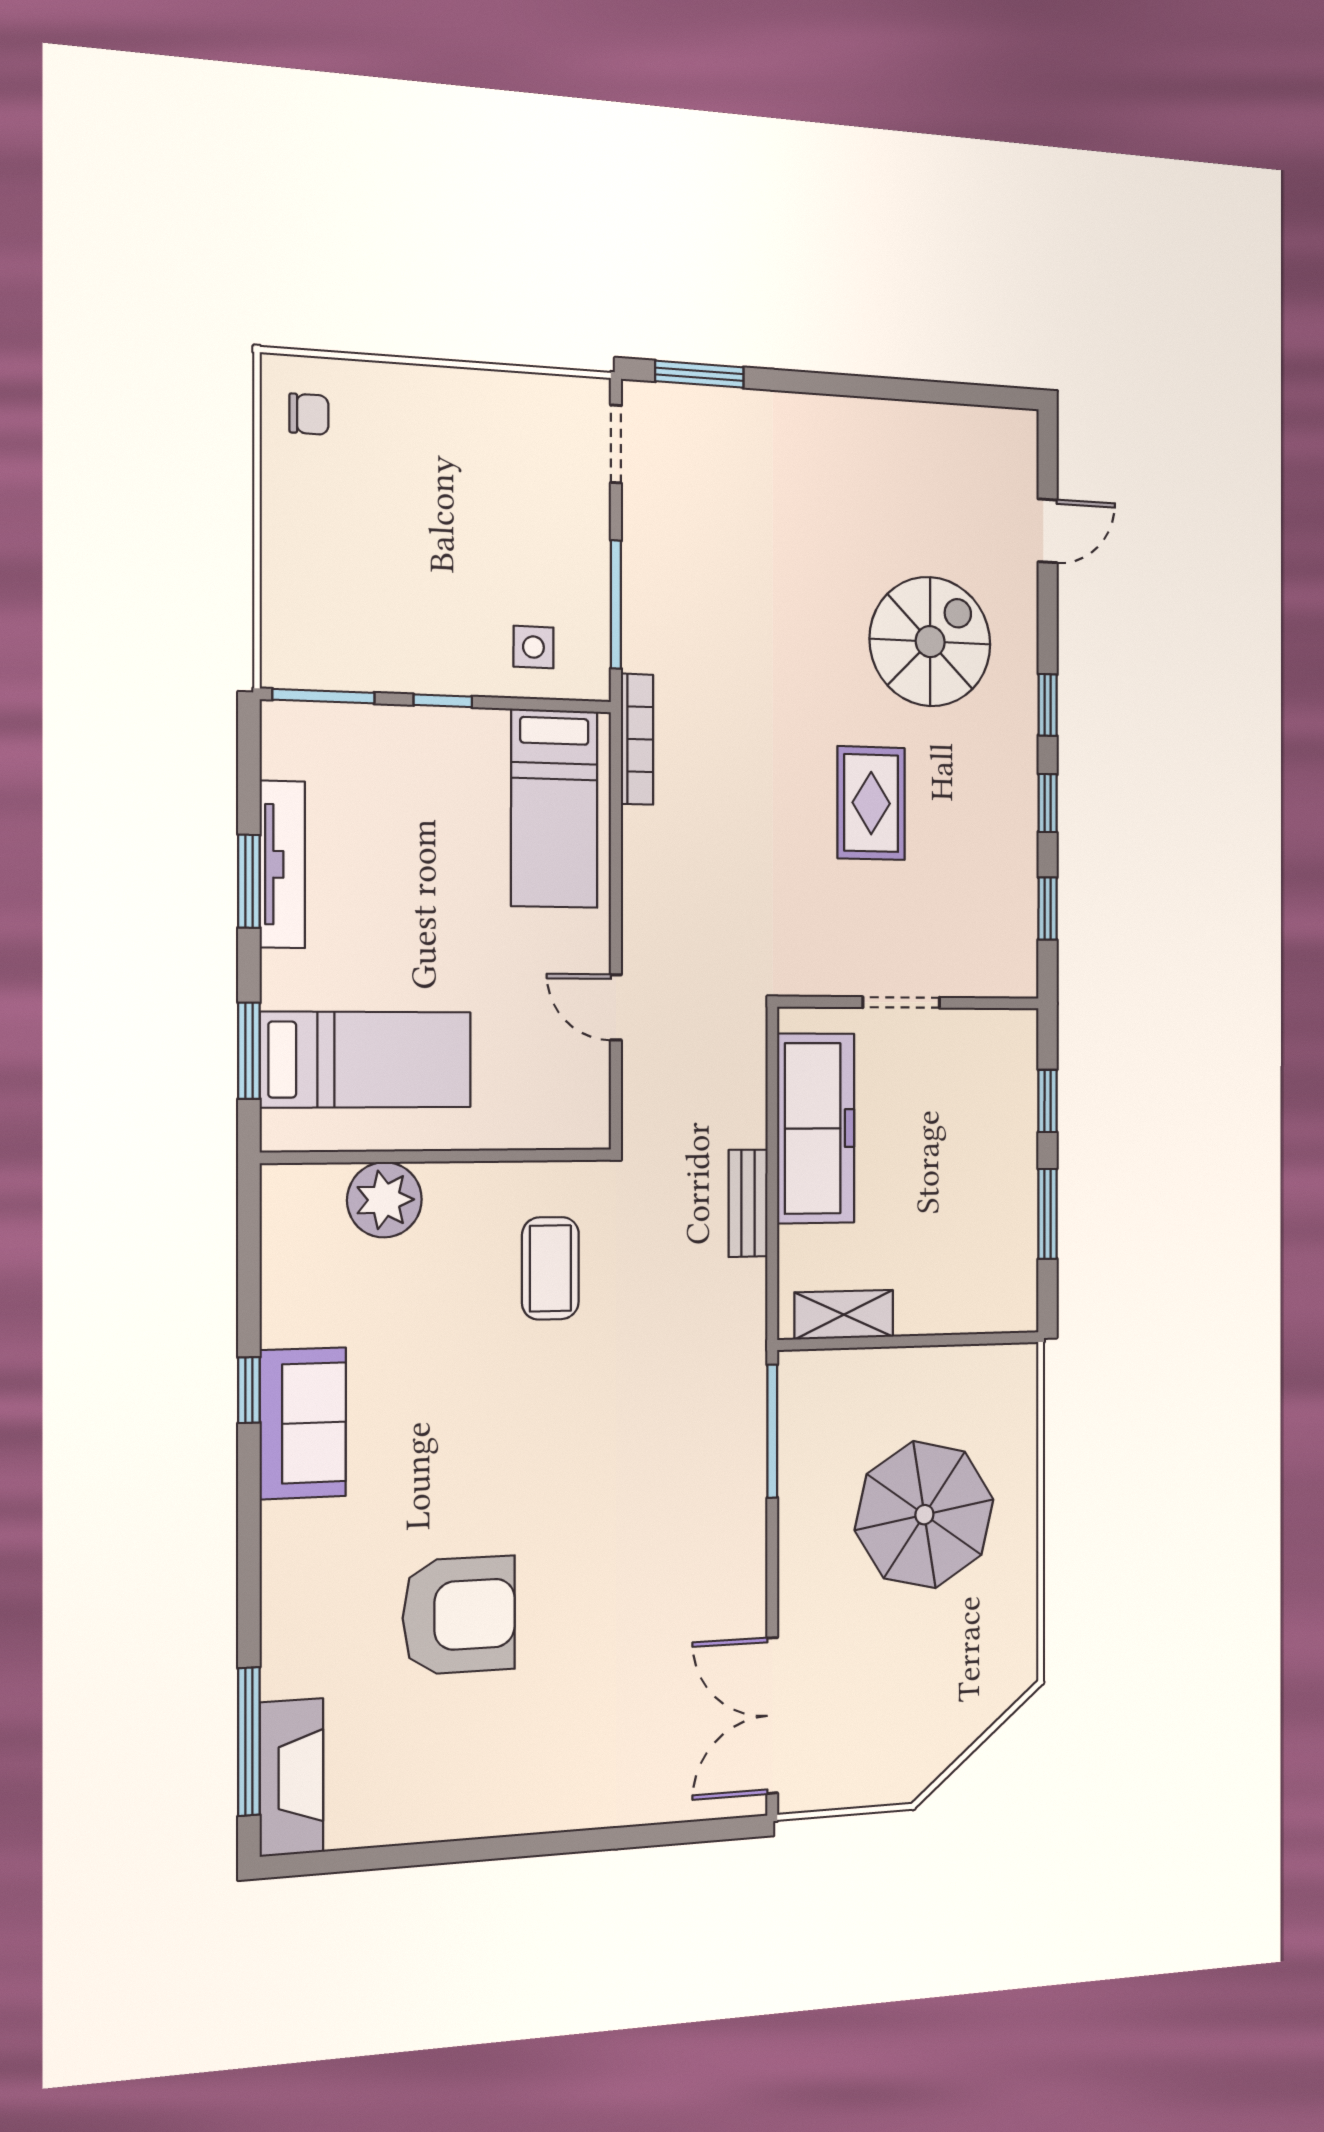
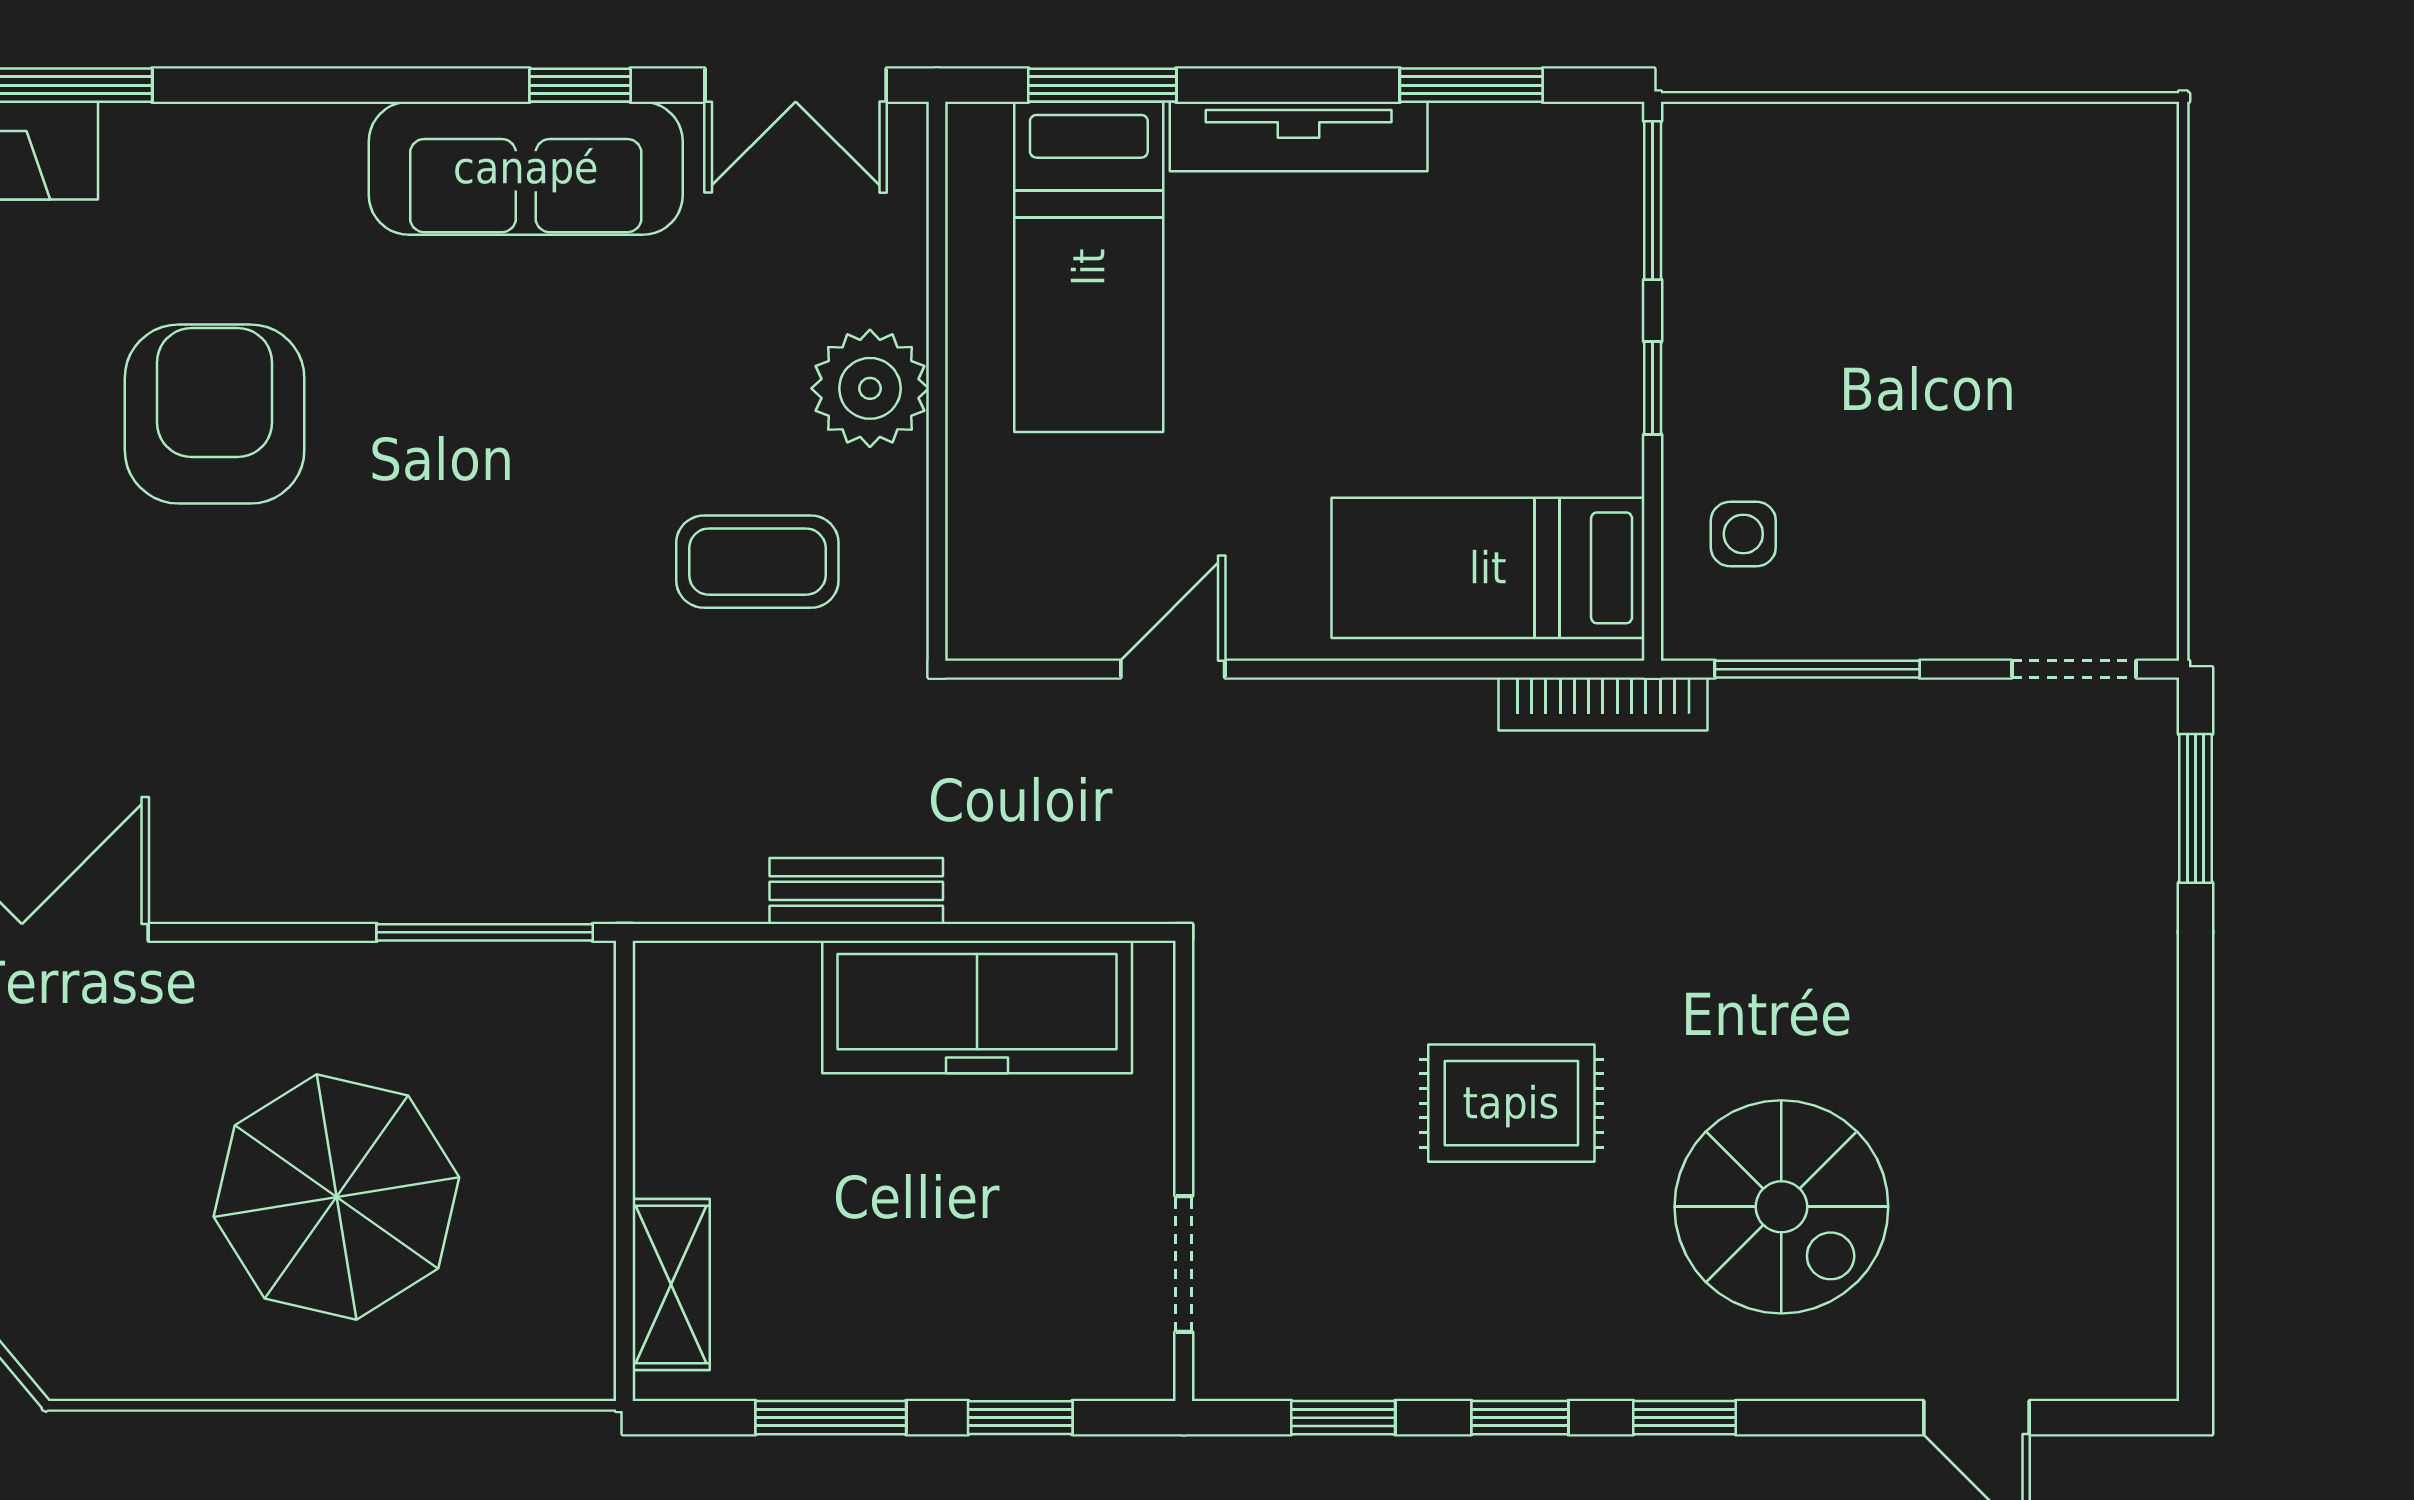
chair: (309, 414) -> (2089, 177), removed
tv unit: (282, 864) -> (1299, 136), moved
window: (249, 881) -> (1471, 85), moved
doorway: (901, 1002) -> (1184, 1264), moved
plant: (384, 1200) -> (870, 388), moved
double door: (249, 1250) -> (796, 85), added
shelving: (844, 1315) -> (671, 1284), moved
sofa: (303, 1423) -> (526, 168), width x1.36
armchair: (459, 1615) -> (215, 414), turned 180

